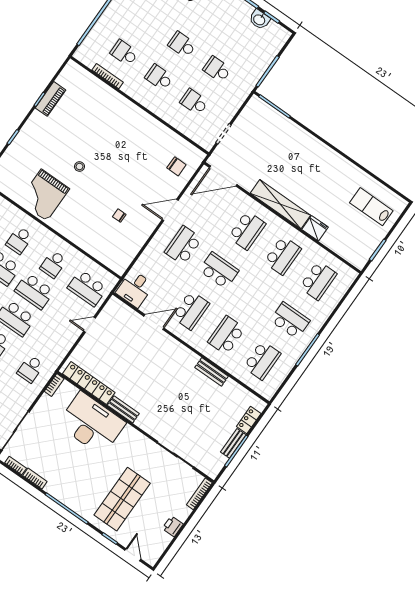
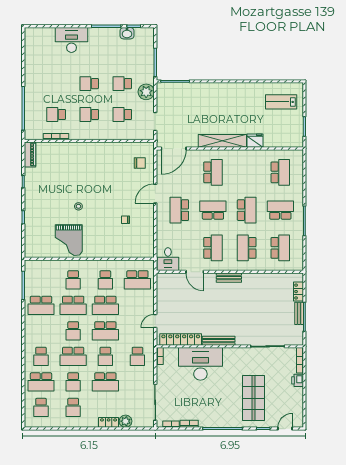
plant: (236, 96) -> (146, 92), added
piano: (50, 99) -> (30, 155), moved
school desk: (283, 255) -> (247, 210), moved
door: (154, 322) -> (195, 272), swing flipped
door: (90, 325) -> (155, 321), moved
bench: (212, 372) -> (229, 278), moved
bench: (123, 409) -> (219, 341), width x1.36
printer: (173, 526) -> (298, 380), moved
door: (133, 555) -> (285, 429), hinge flipped

